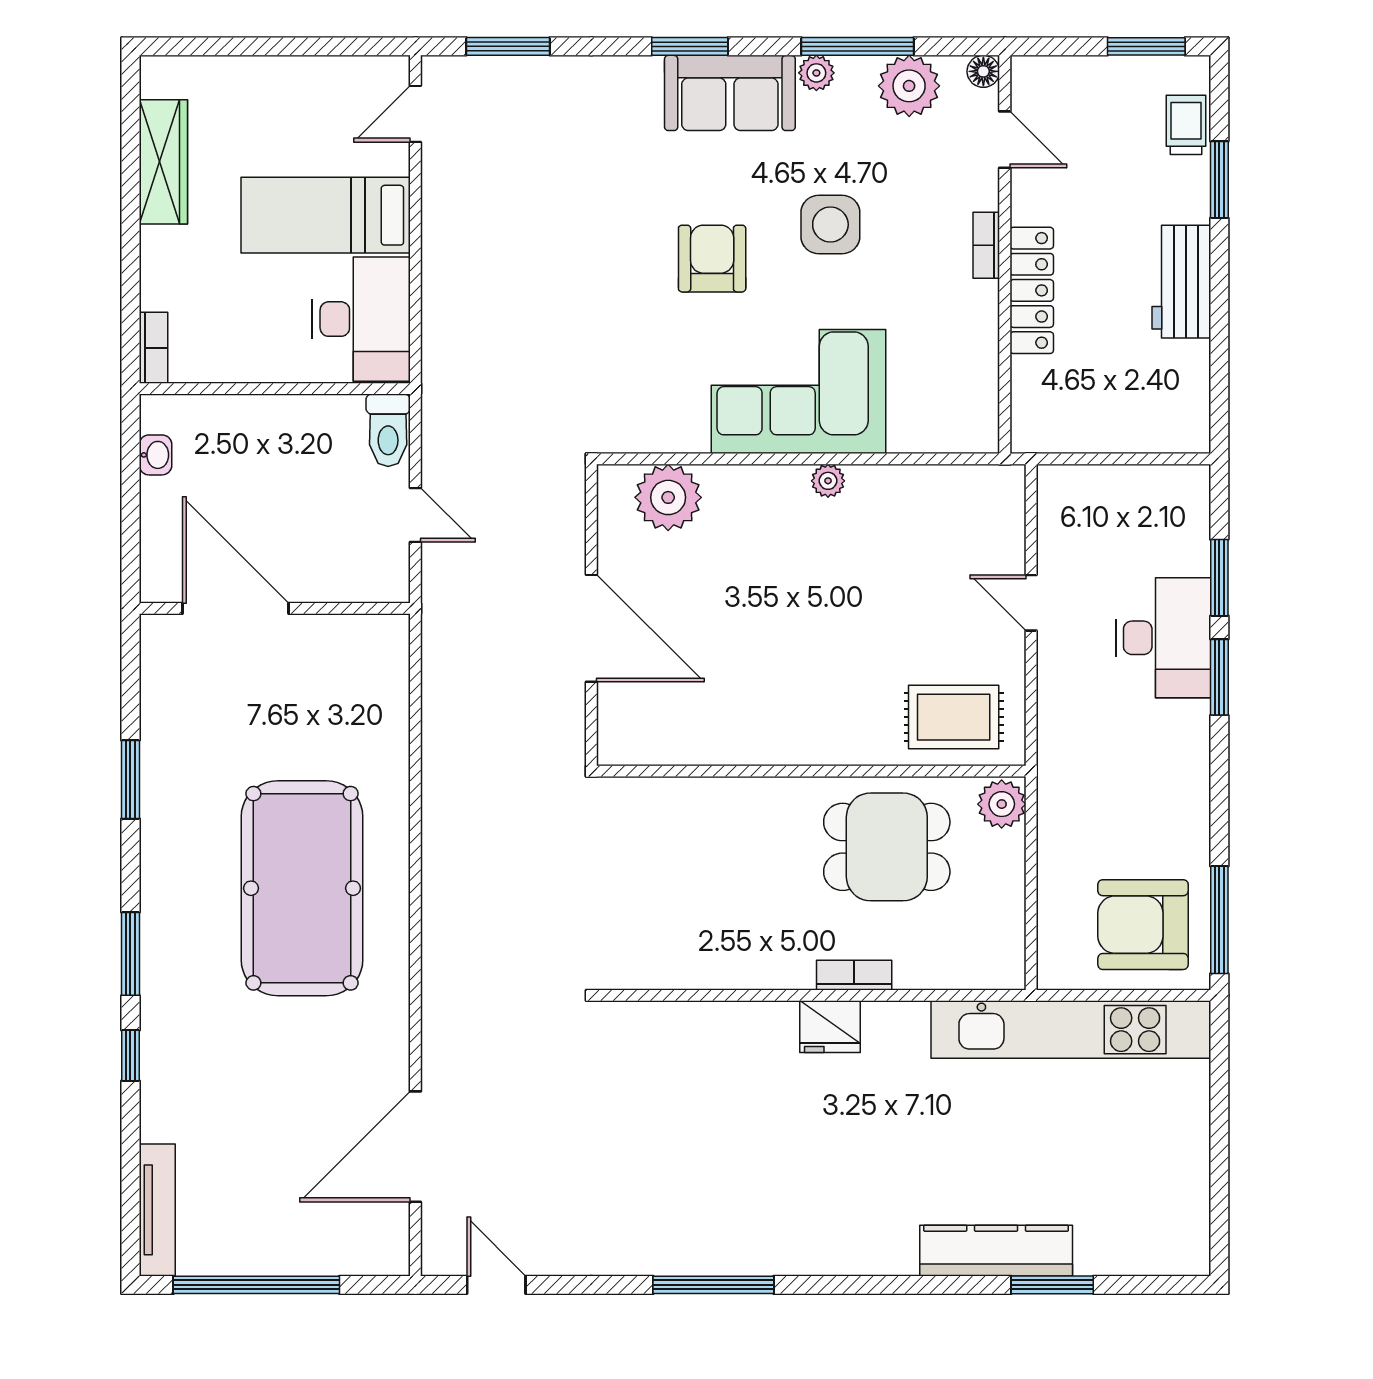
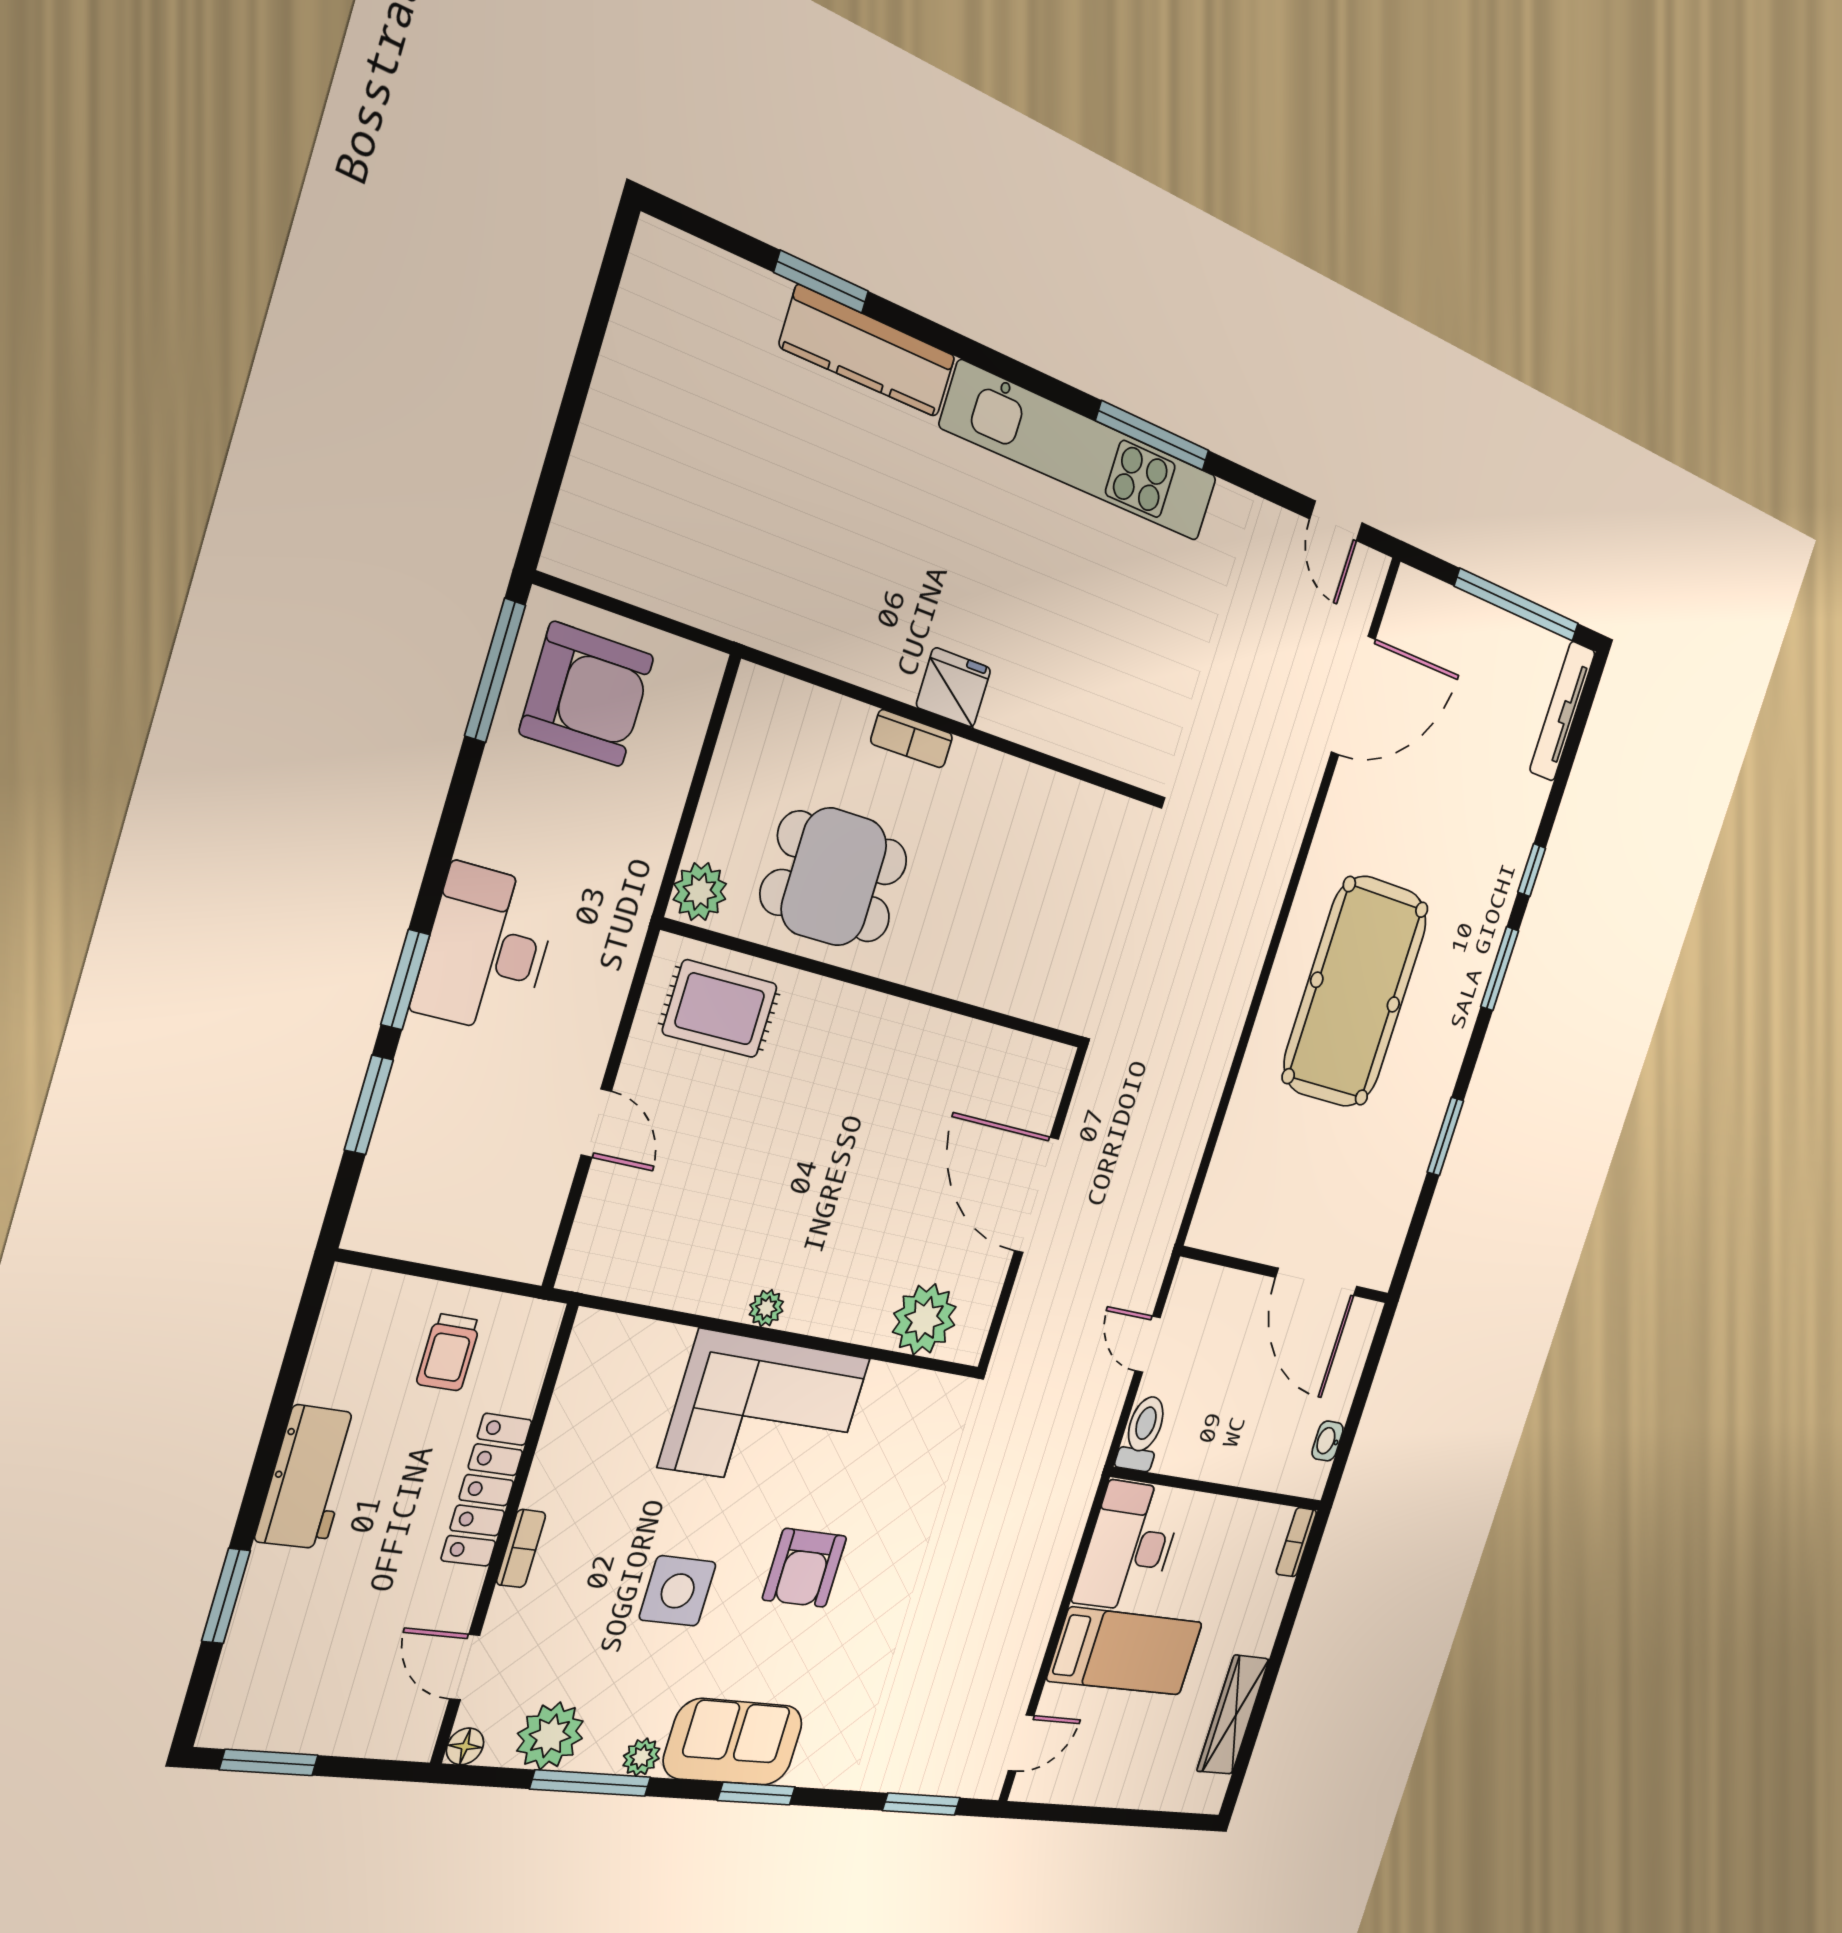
trolley: (1186, 125) -> (449, 1352), moved
desk: (1163, 638) -> (486, 950), moved
kitchen unit: (1071, 1030) -> (1082, 453), moved, turned 180

